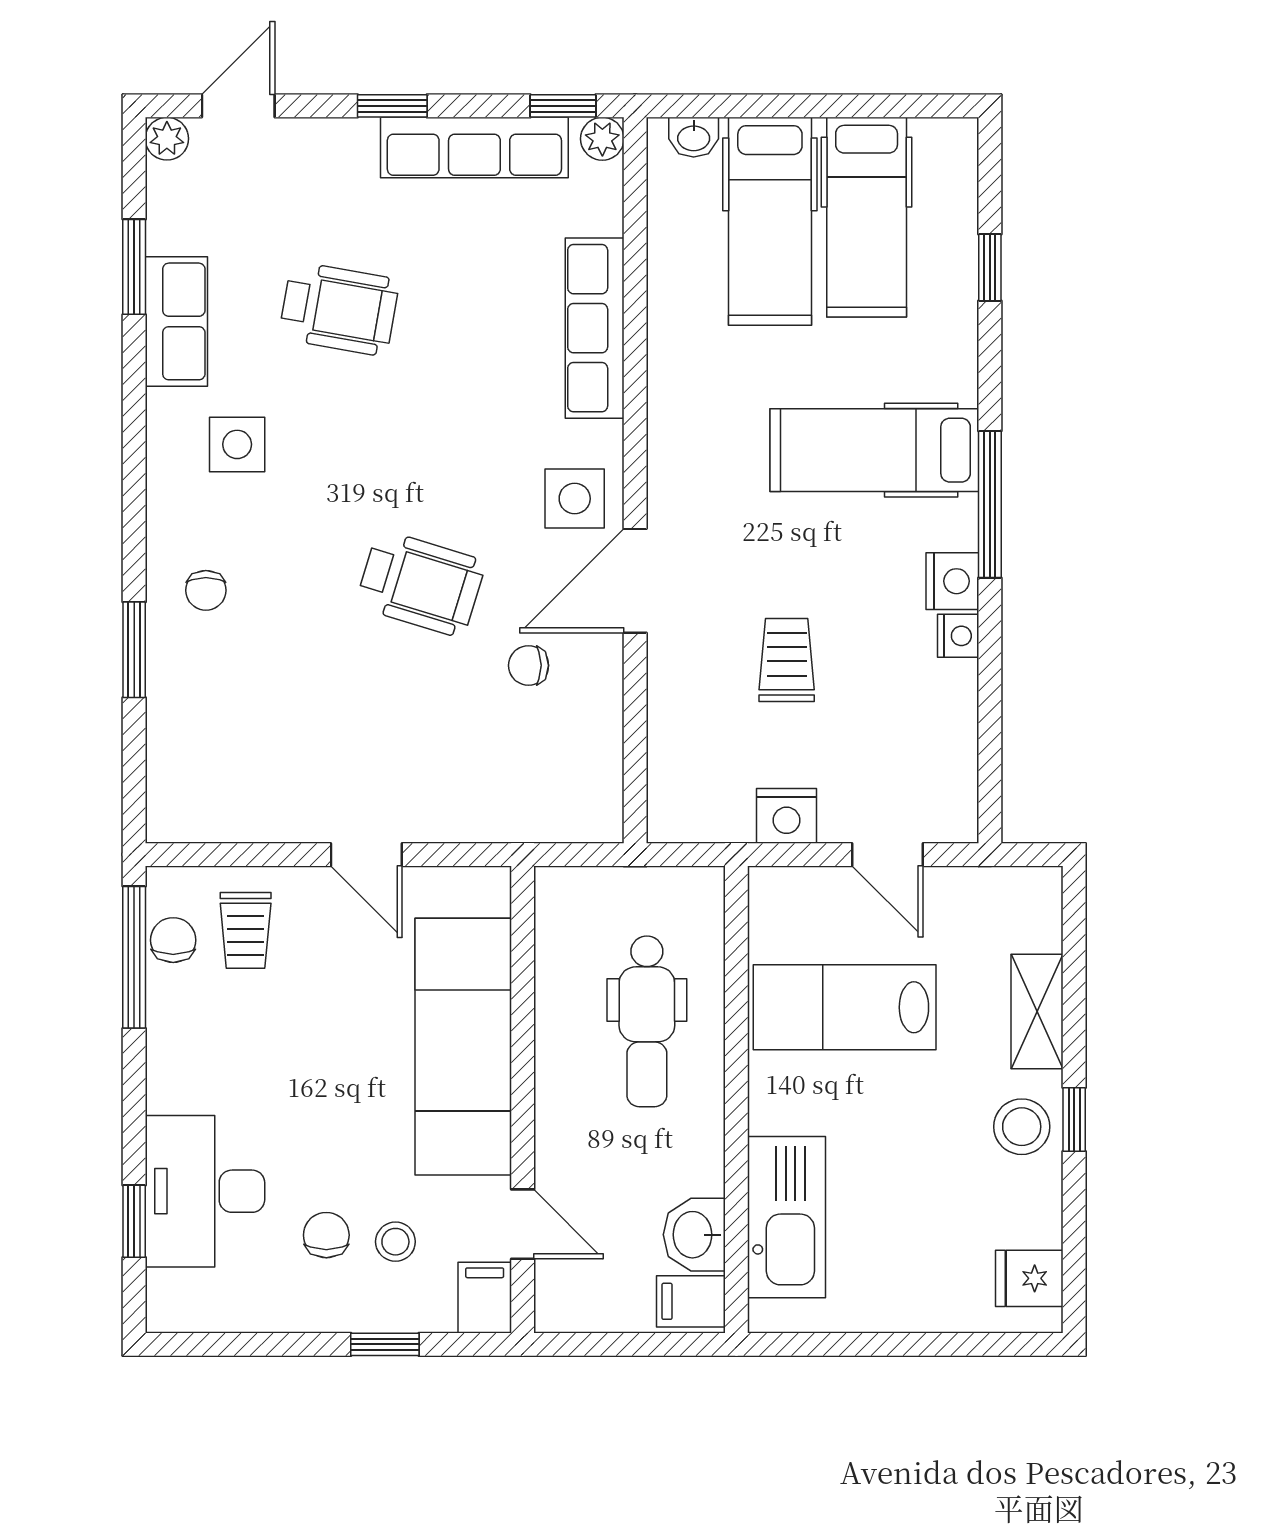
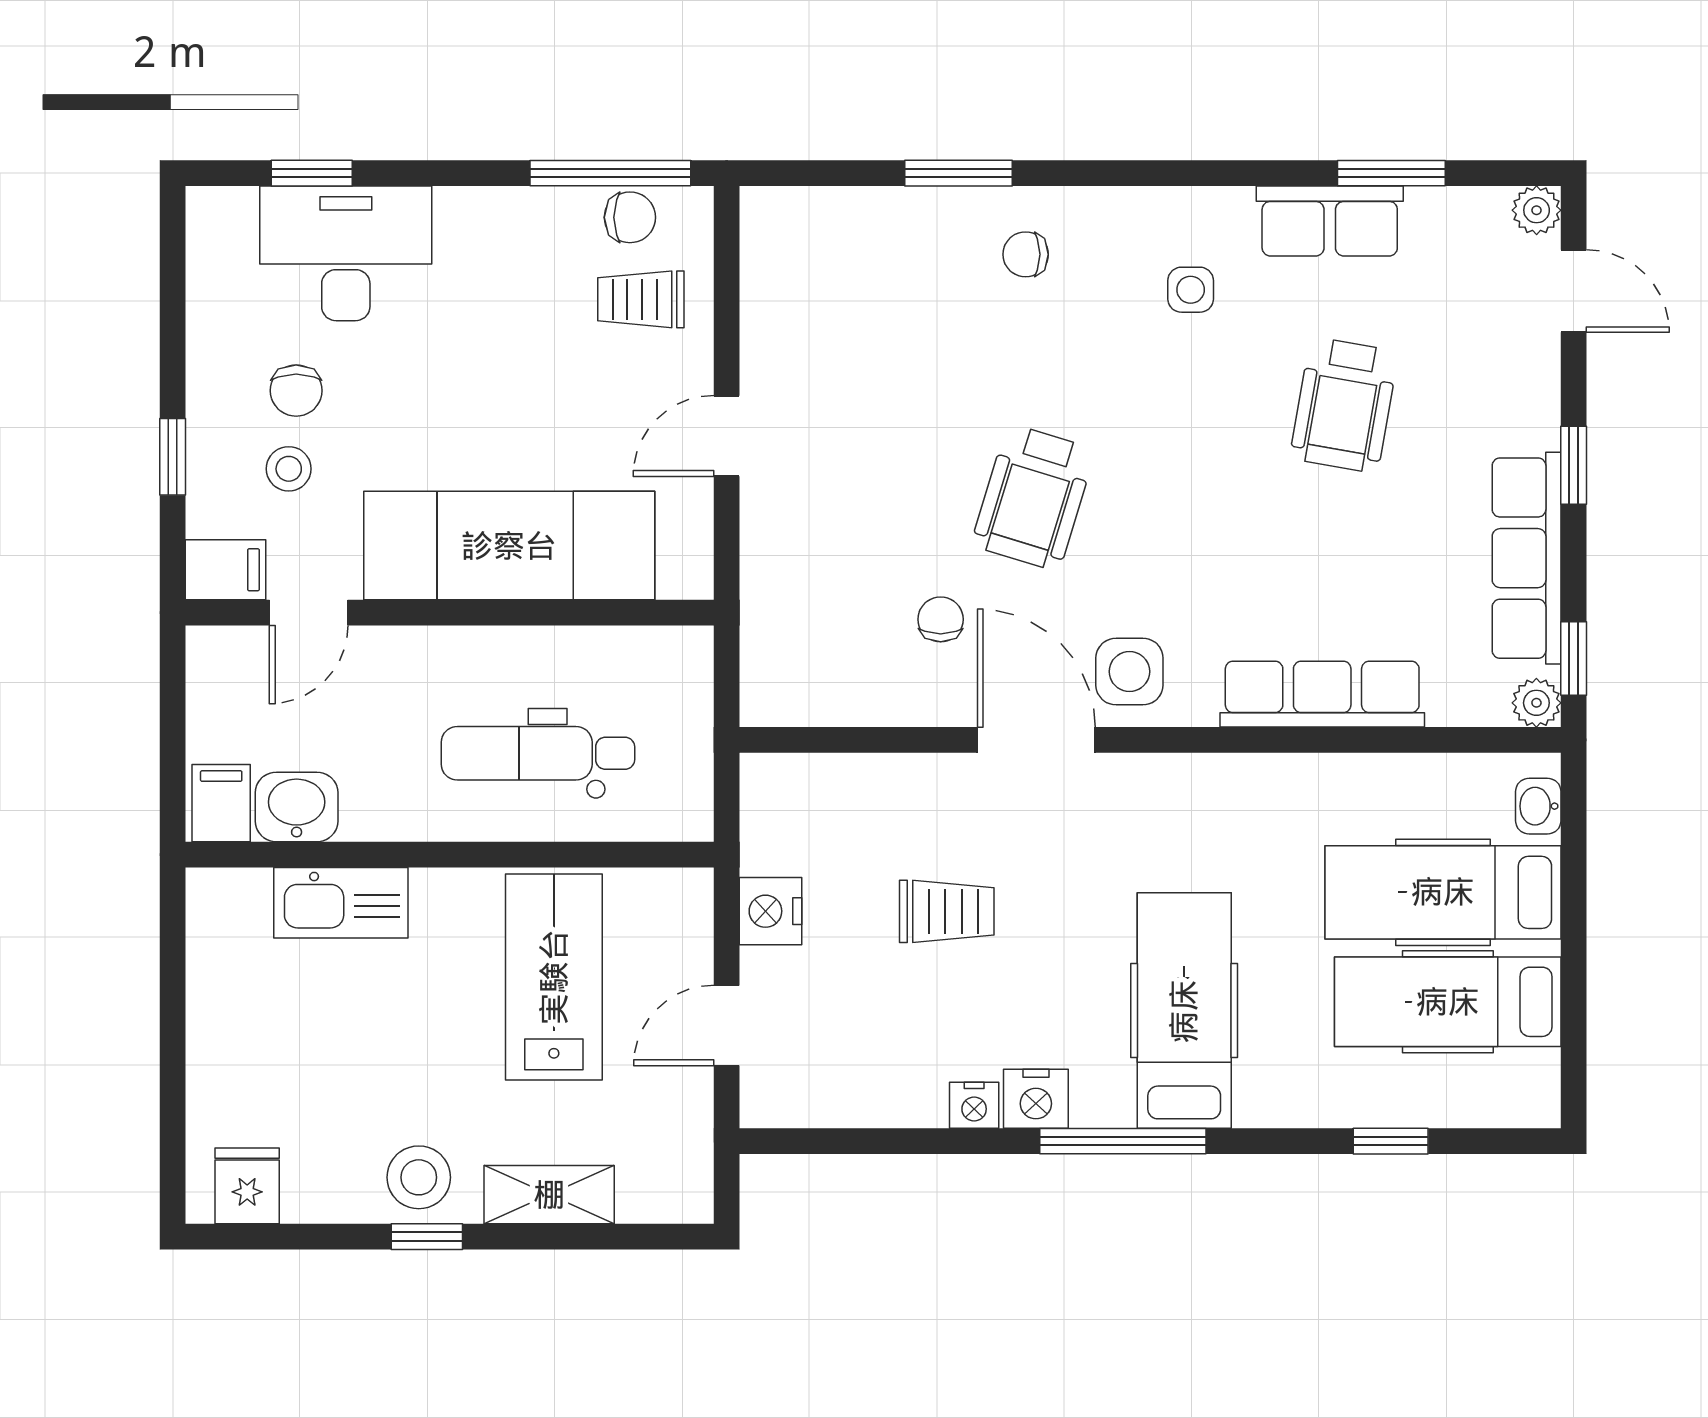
side table: (237, 444) -> (1191, 290), width x0.73, depth x0.73
kitchen sink: (786, 1217) -> (341, 903), width x0.73, depth x0.81
chair: (326, 1235) -> (296, 391), turned 90

